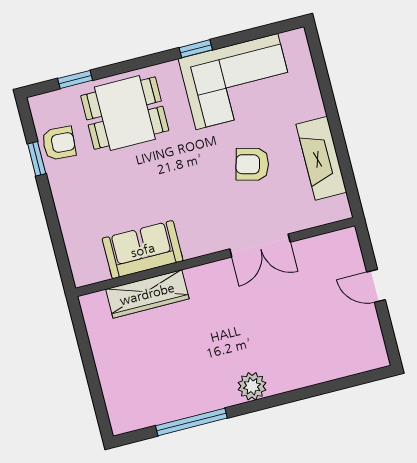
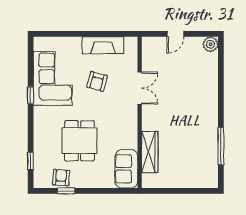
dining table: (125, 113) -> (79, 141), moved
sofa: (143, 250) -> (126, 169), moved
plant: (252, 386) -> (211, 44), moved

